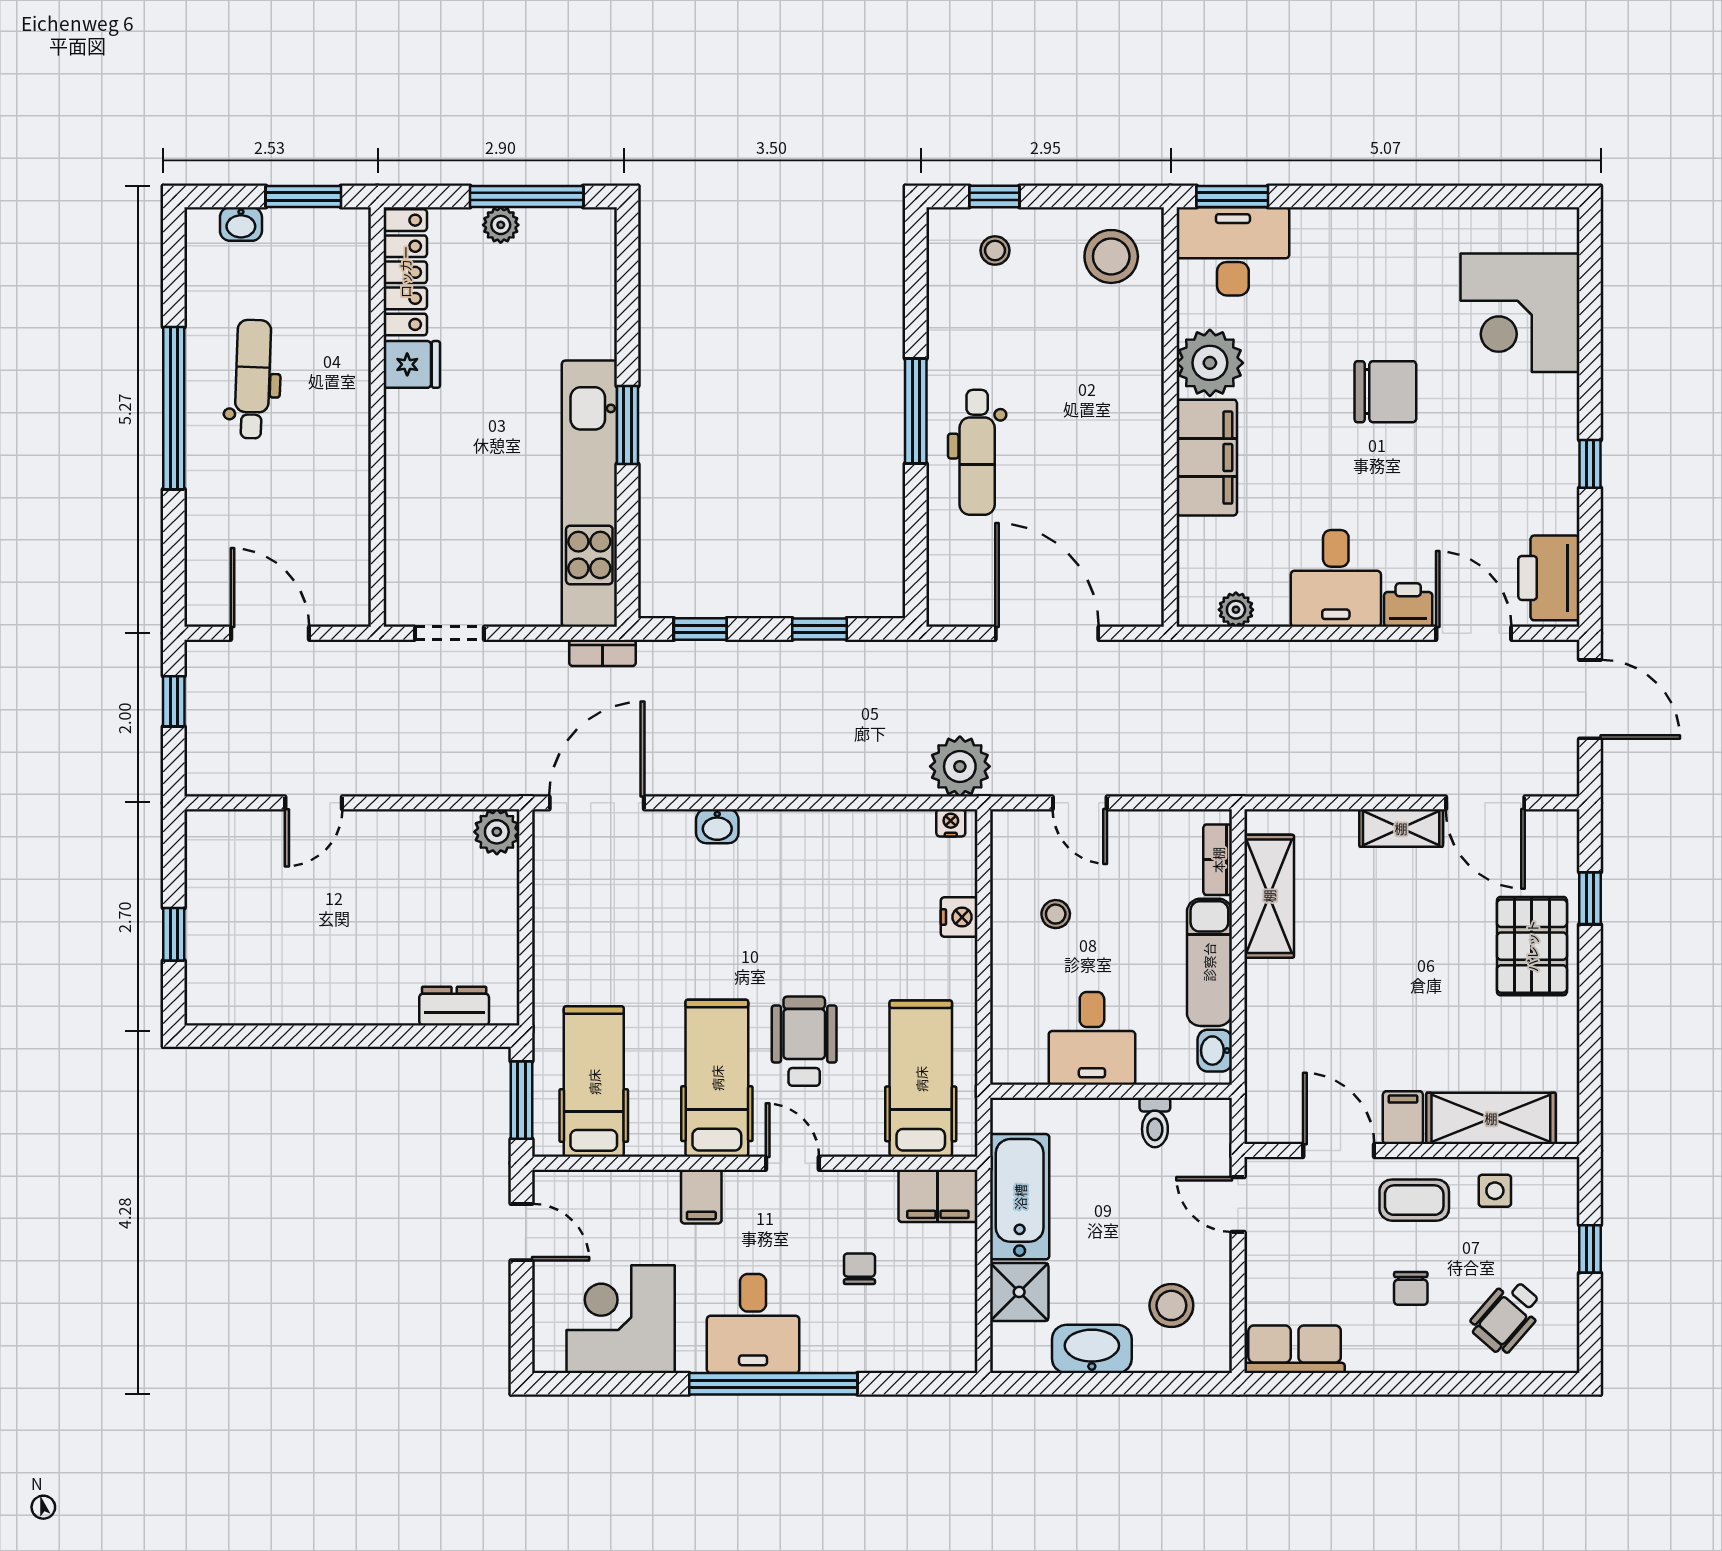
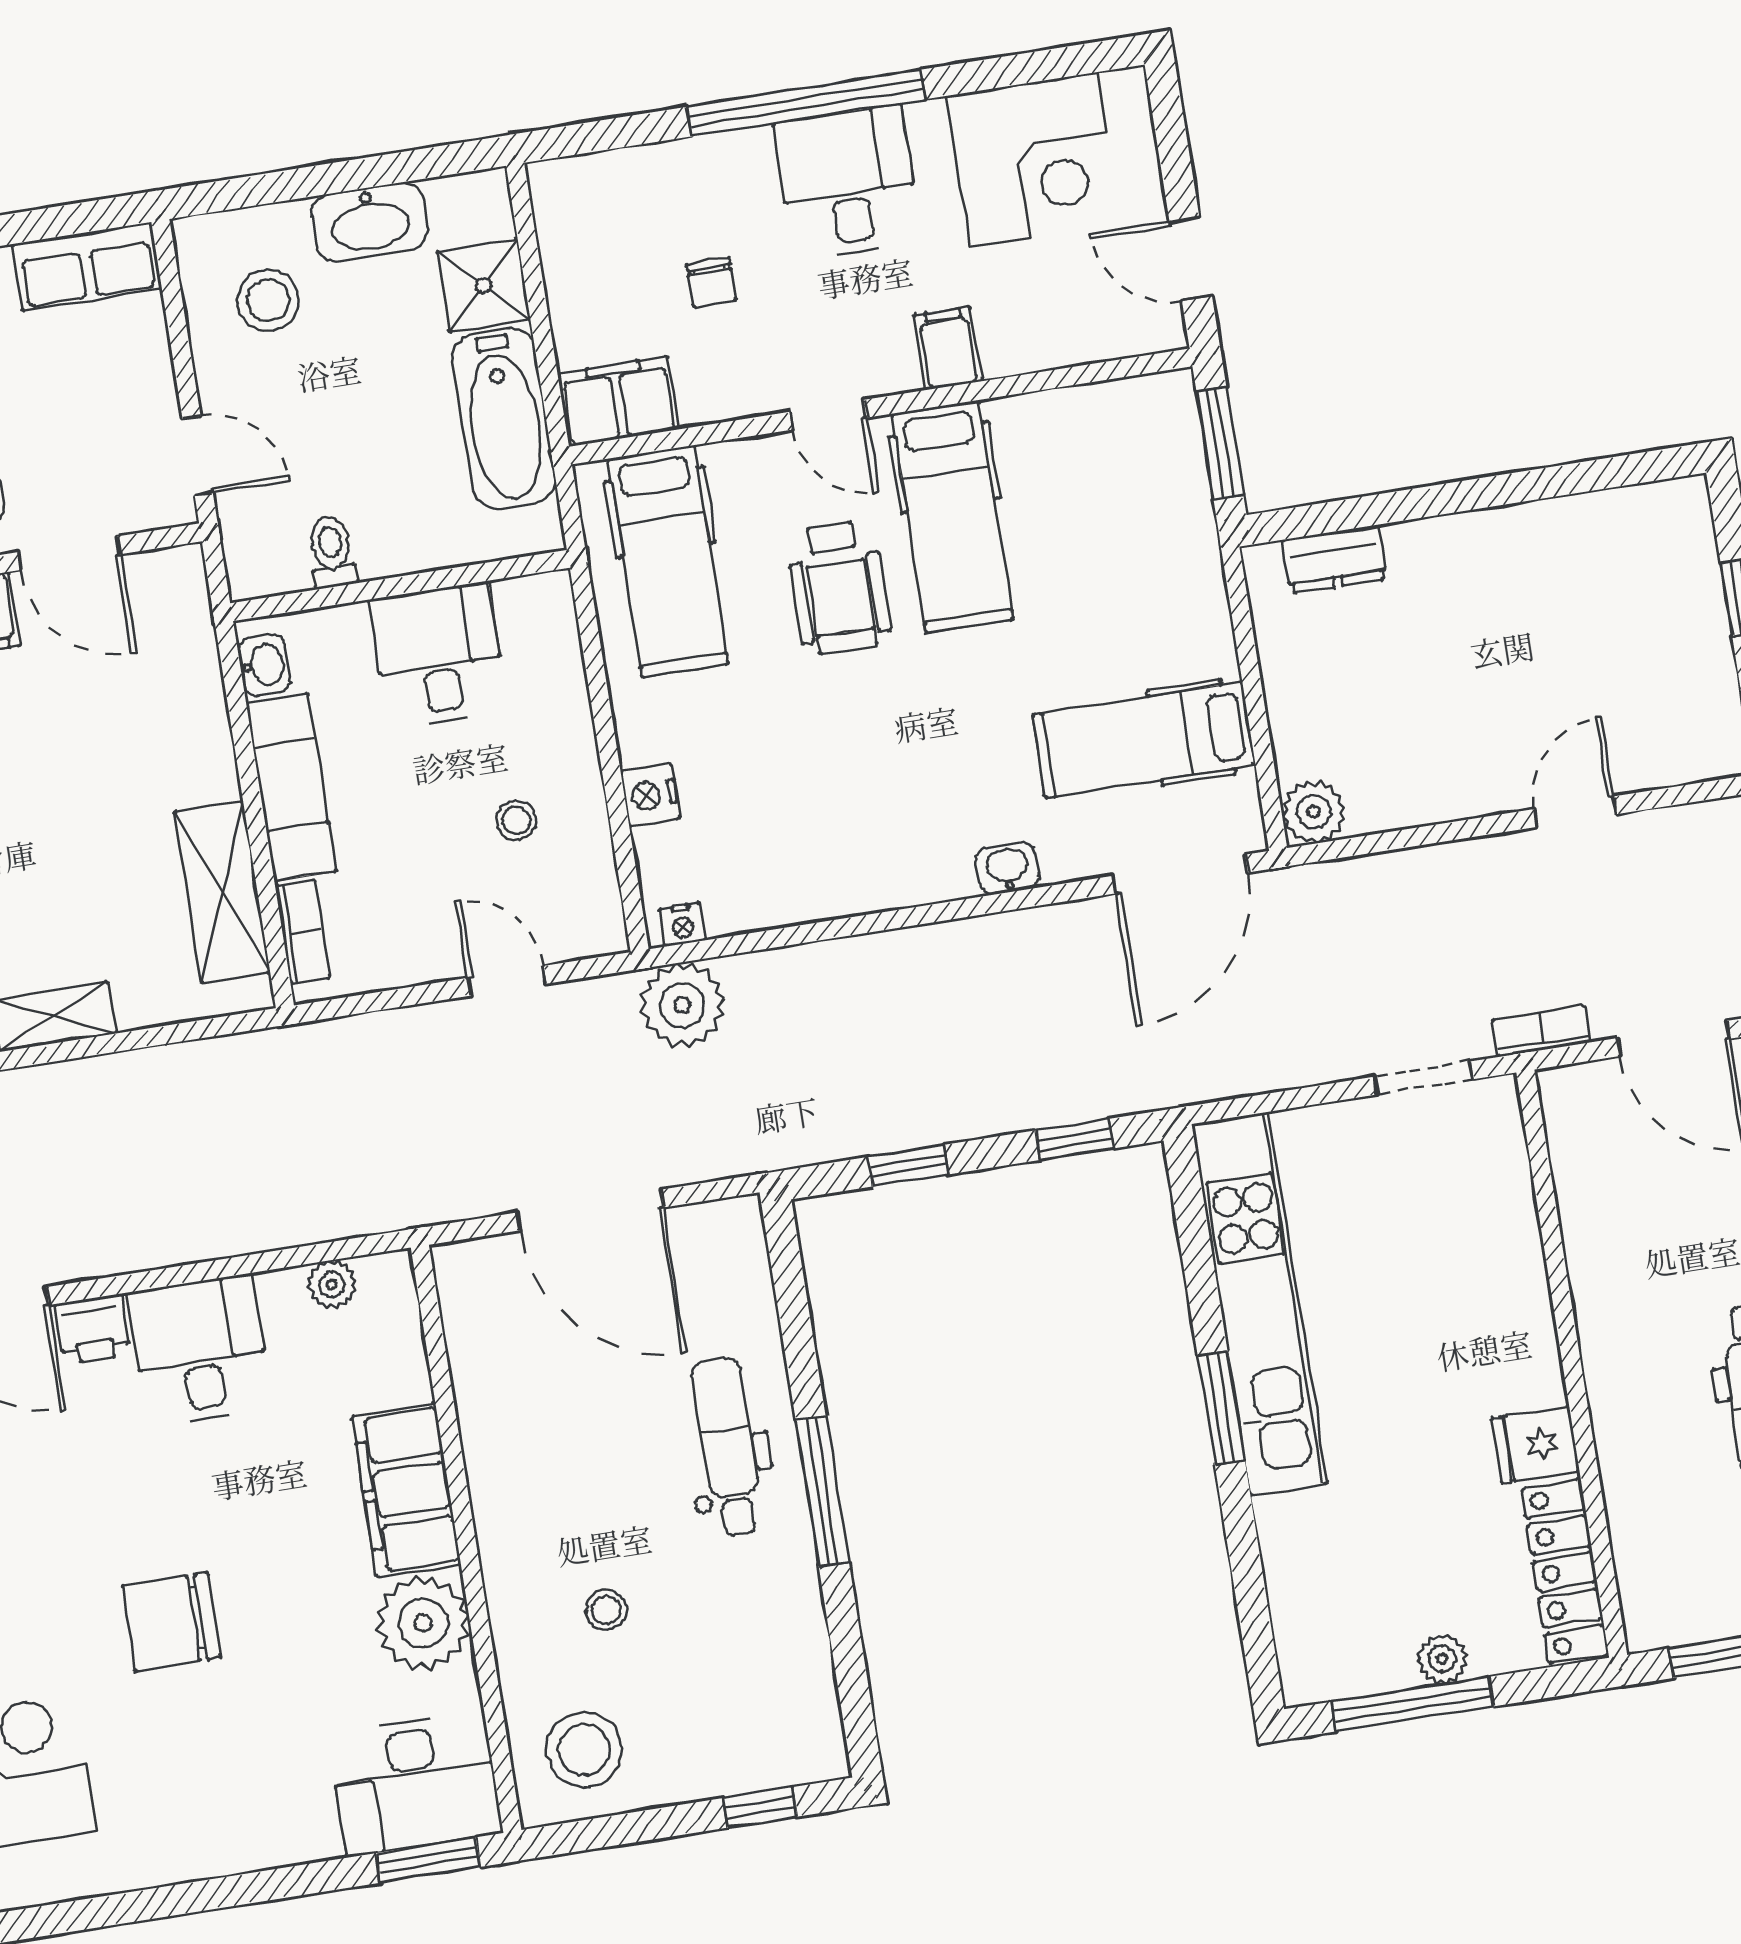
stool: (995, 250) -> (606, 1610), moved
bookcase: (603, 653) -> (1541, 1031), moved
hospital bed: (594, 1082) -> (1144, 740), moved, turned 90

